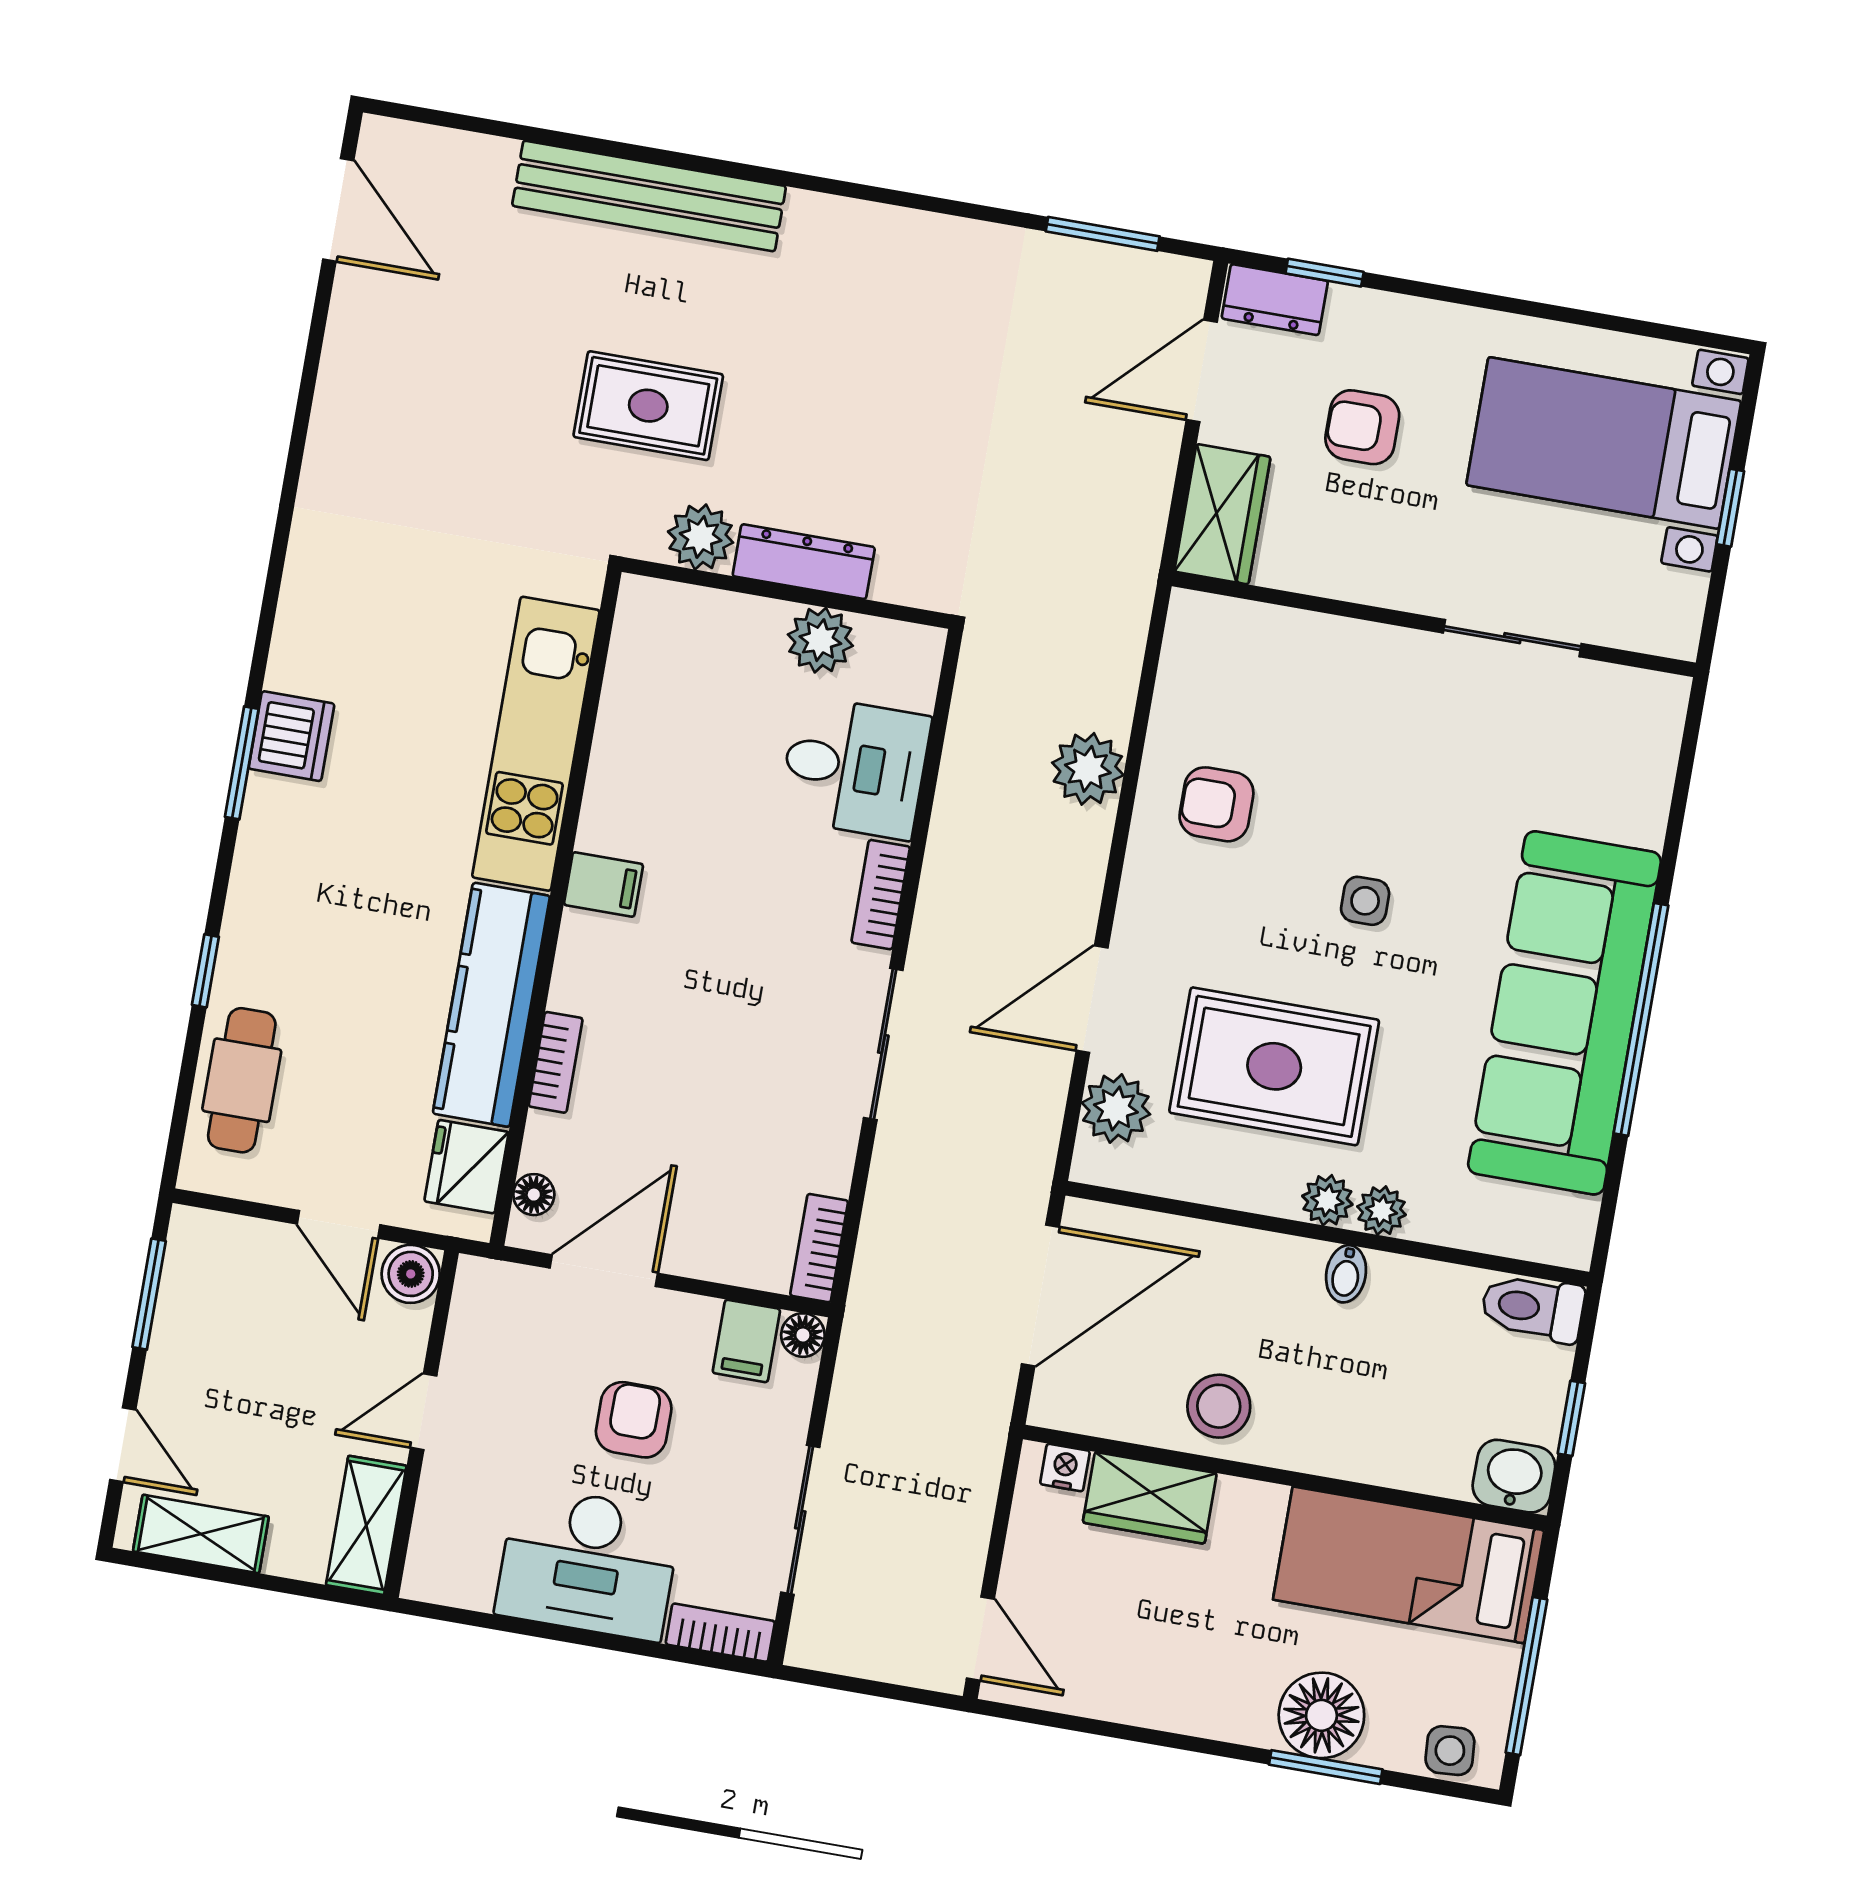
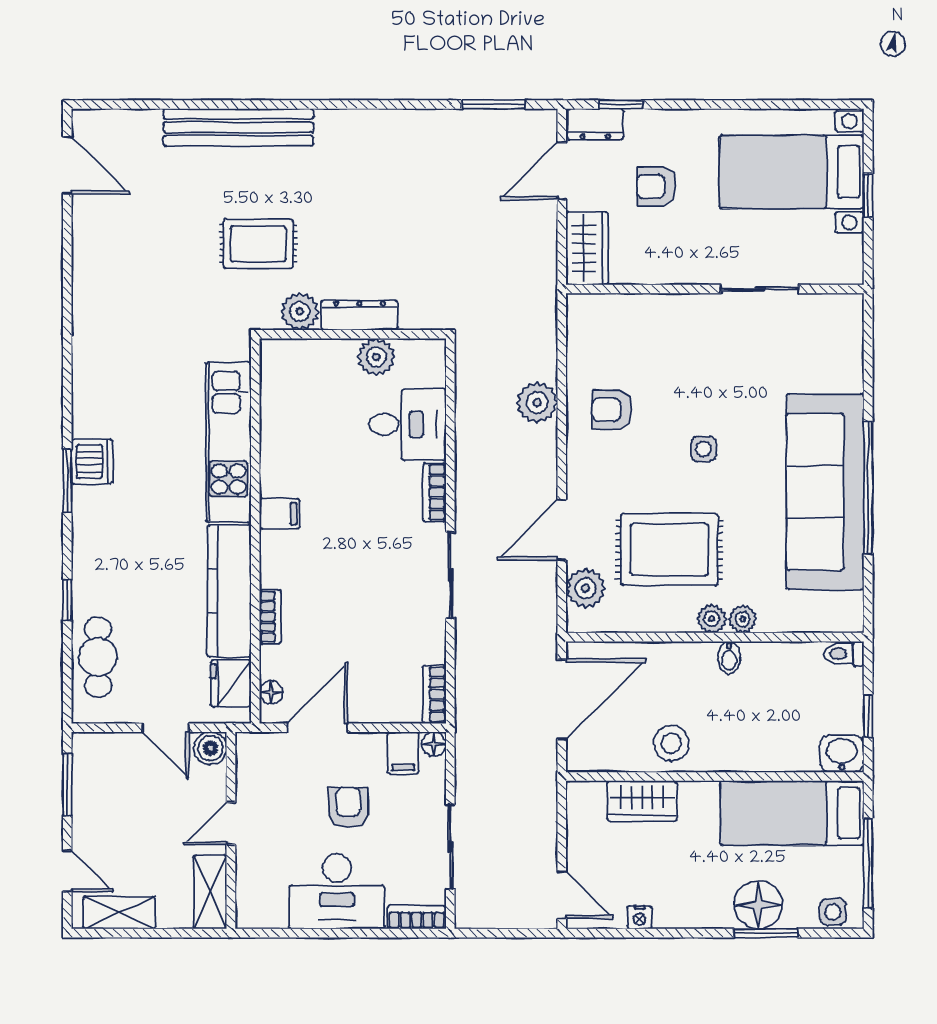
toilet: (1533, 1308) -> (844, 654), width x0.73, depth x0.72
nightstand: (1065, 1468) -> (640, 917), moved, turned 180

